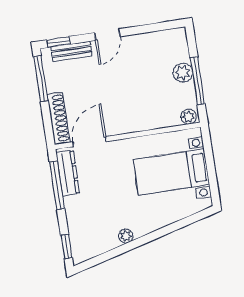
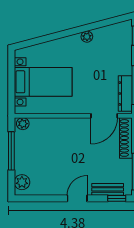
plant: (183, 73) -> (22, 182), moved

